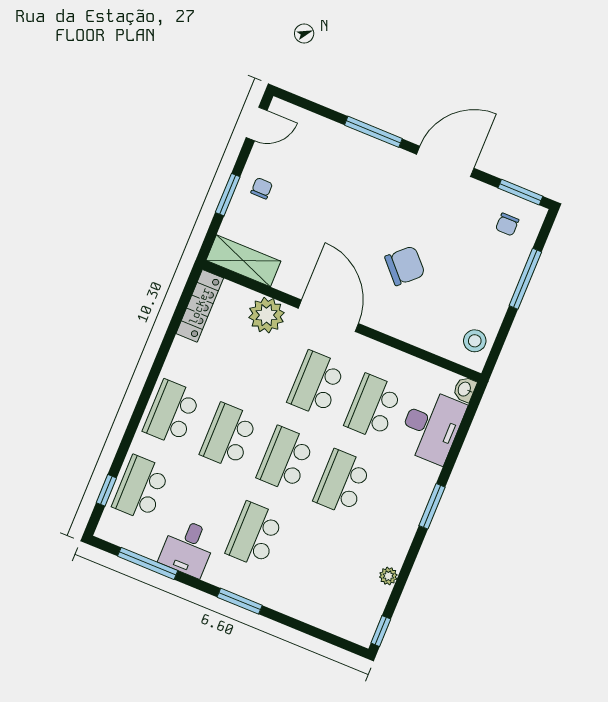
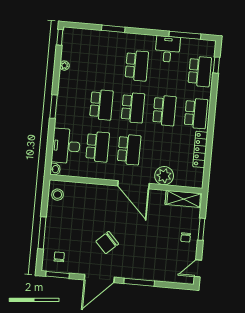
chair: (405, 266) -> (107, 243), moved
locker: (200, 306) -> (200, 149), moved
window: (240, 601) -> (113, 29), moved

